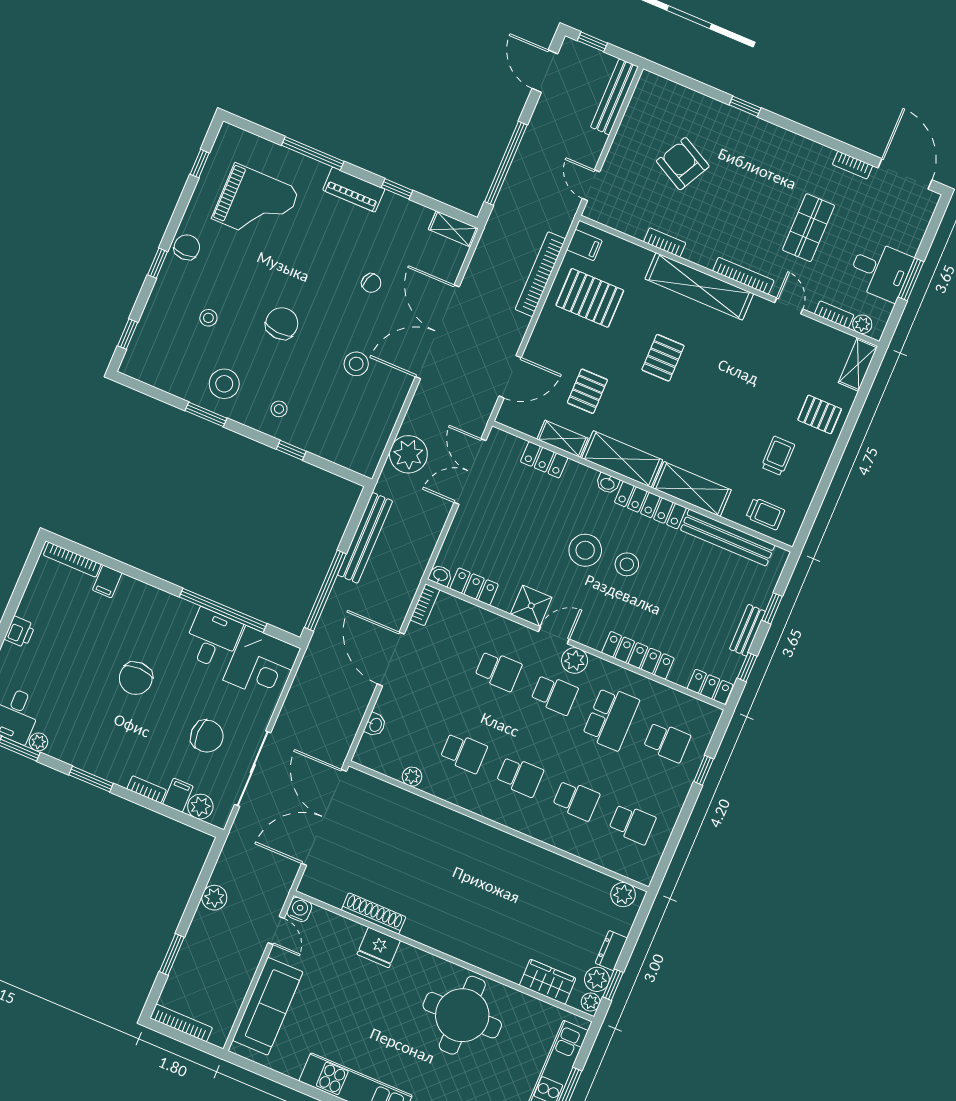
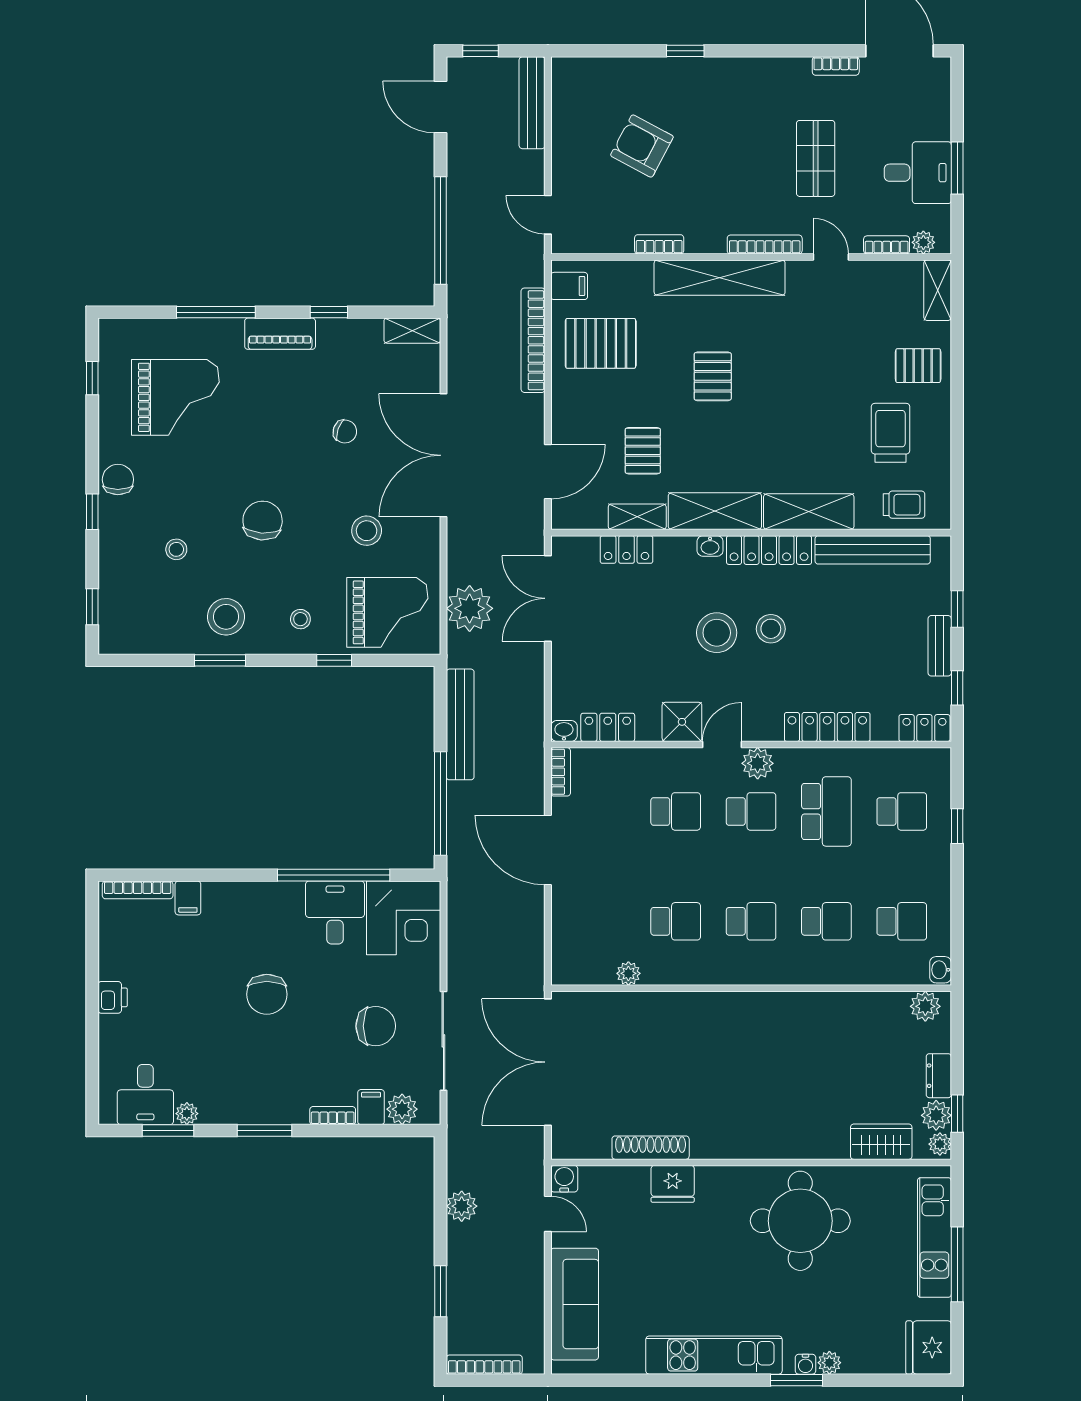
grand piano: (346, 431) -> (387, 612), added
trolley: (778, 456) -> (891, 433), width x1.36, depth x1.39
washbasin: (375, 725) -> (941, 970), moved, turned 180

